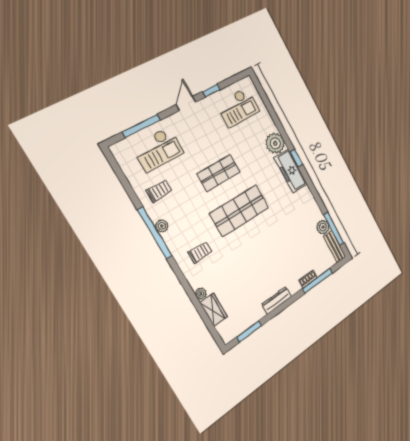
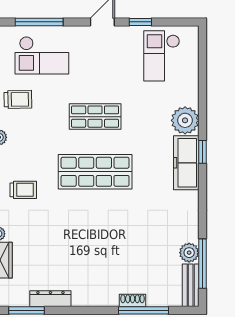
checkout: (238, 107) -> (162, 56), turned 90
dresser: (277, 300) -> (50, 299), moved

